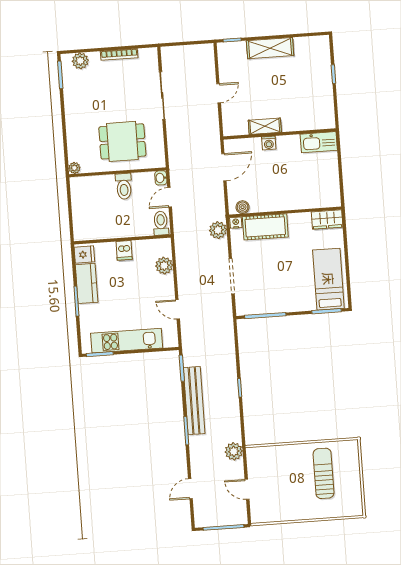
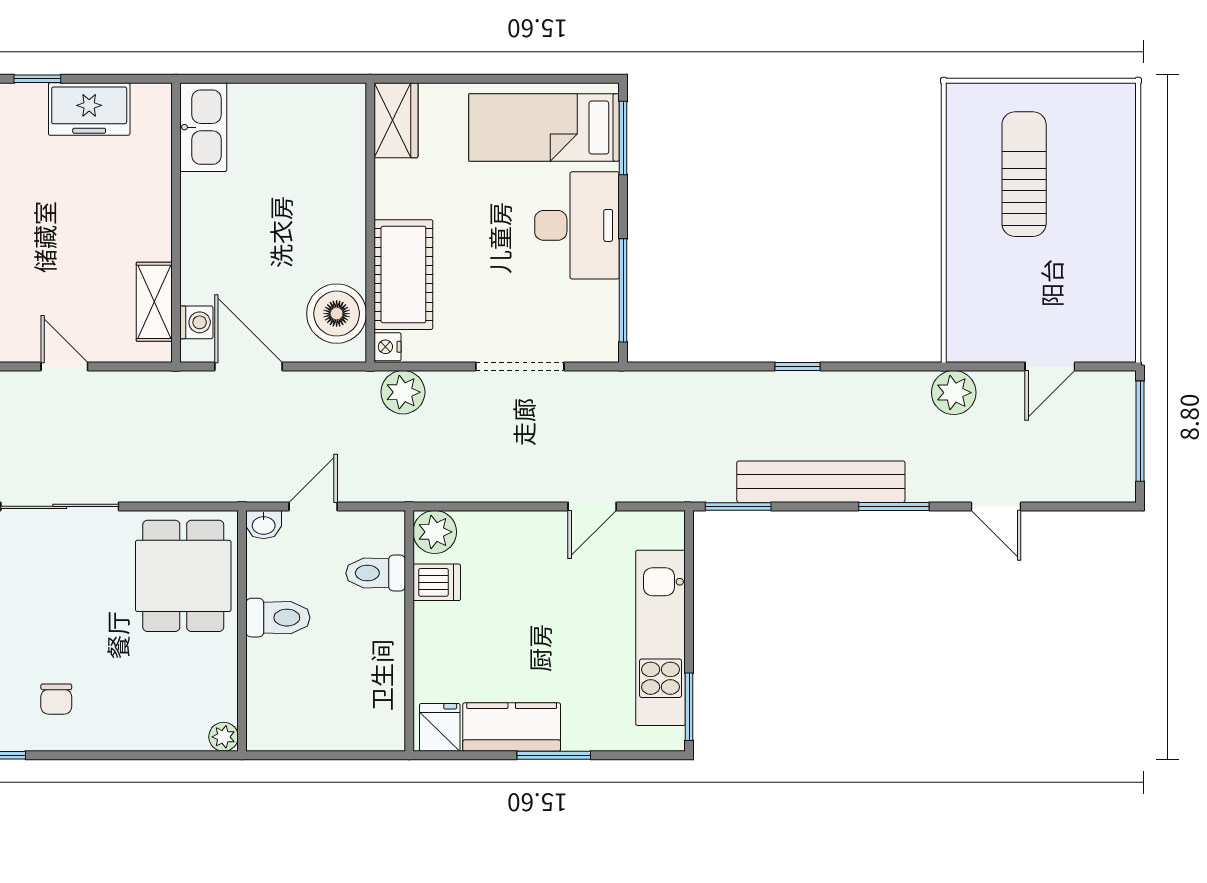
freezer: (323, 96) -> (89, 109), added
chair: (85, 100) -> (56, 699), added
shelving: (265, 126) -> (154, 302), moved
dining table: (122, 141) -> (183, 576), moved
washing machine: (269, 143) -> (196, 322), moved
door: (170, 197) -> (313, 506), swing flipped
boiler: (243, 207) -> (337, 314), width x1.86, depth x1.86
toilet: (161, 223) -> (376, 573), moved
dishwasher: (124, 250) -> (437, 582), moved
plant: (164, 266) -> (435, 532), moved
desk: (290, 295) -> (577, 225), added
sun lounger: (324, 473) -> (1024, 174), turned 90
door: (190, 489) -> (996, 506), moved

